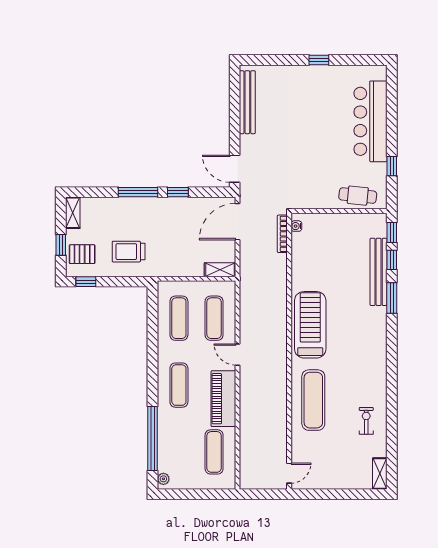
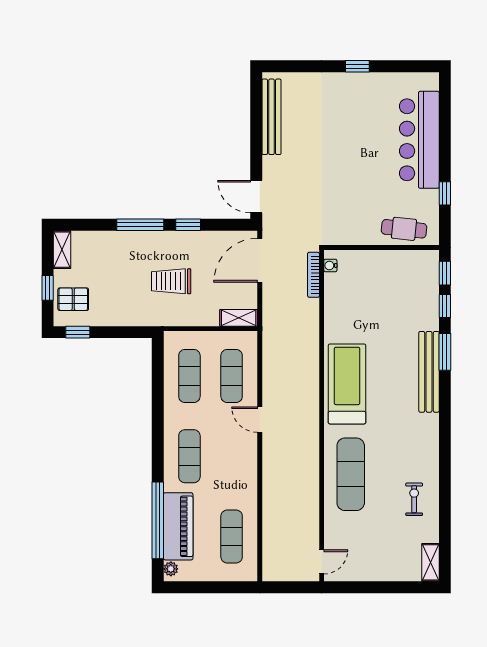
trolley: (129, 252) -> (171, 281), moved
bench: (379, 272) -> (429, 372), moved
piano: (223, 399) -> (178, 526), moved, turned 180

